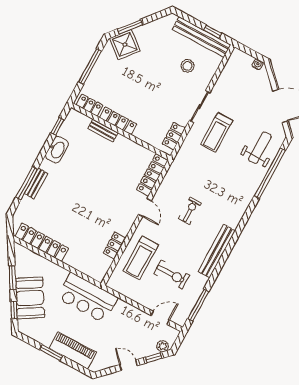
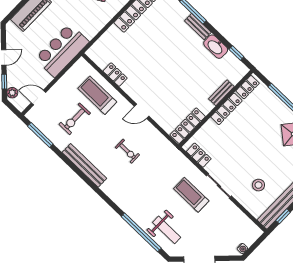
locker: (152, 175) -> (188, 126), moved, turned -90
bench: (36, 183) -> (198, 27), moved
bar counter: (87, 298) -> (62, 50), moved
door: (160, 318) -> (39, 98), swing flipped

